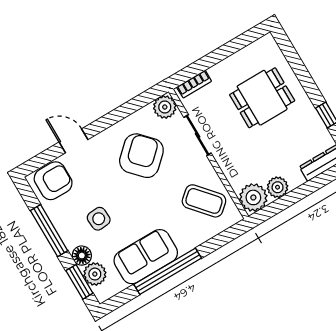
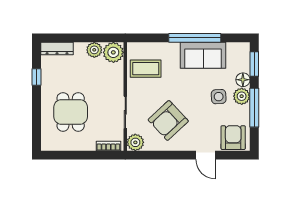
dining table: (262, 98) -> (71, 112), turned 90
armchair: (53, 181) -> (233, 138), turned 90
coffee table: (204, 201) -> (146, 69), turned -49
plant: (95, 274) -> (242, 96), moved

